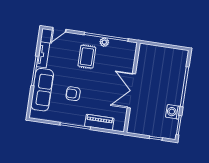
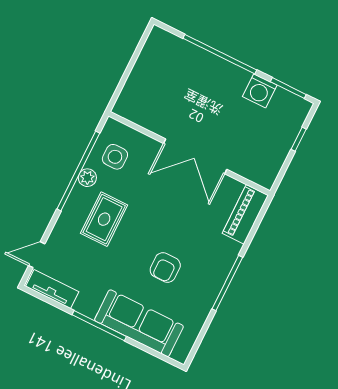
door: (59, 30) -> (37, 255), swing flipped
side table: (119, 52) -> (115, 157), added
tv unit: (43, 55) -> (52, 289), moved
rug: (87, 57) -> (104, 219), turned 90
piano: (99, 122) -> (245, 214), moved

